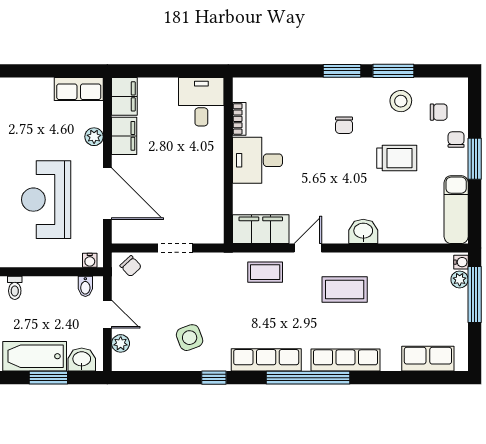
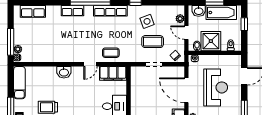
coffee table: (345, 290) -> (153, 42), moved
shower: (56, 296) -> (211, 41), added
row of seats: (345, 360) -> (72, 11), width x0.68

